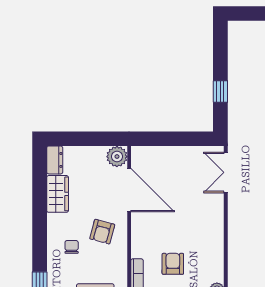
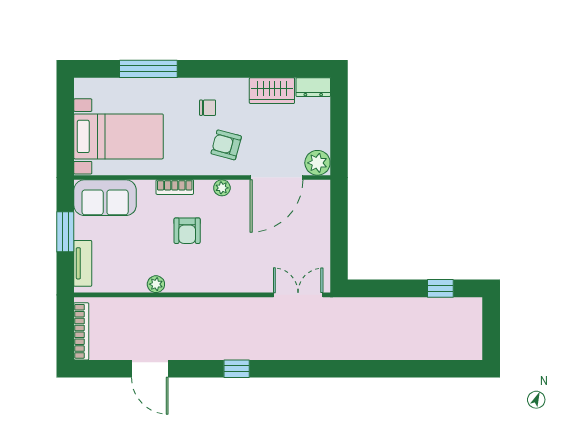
window: (220, 91) -> (440, 288), moved
plant: (138, 235) -> (222, 188), added
armchair: (173, 264) -> (187, 231), turned 90

